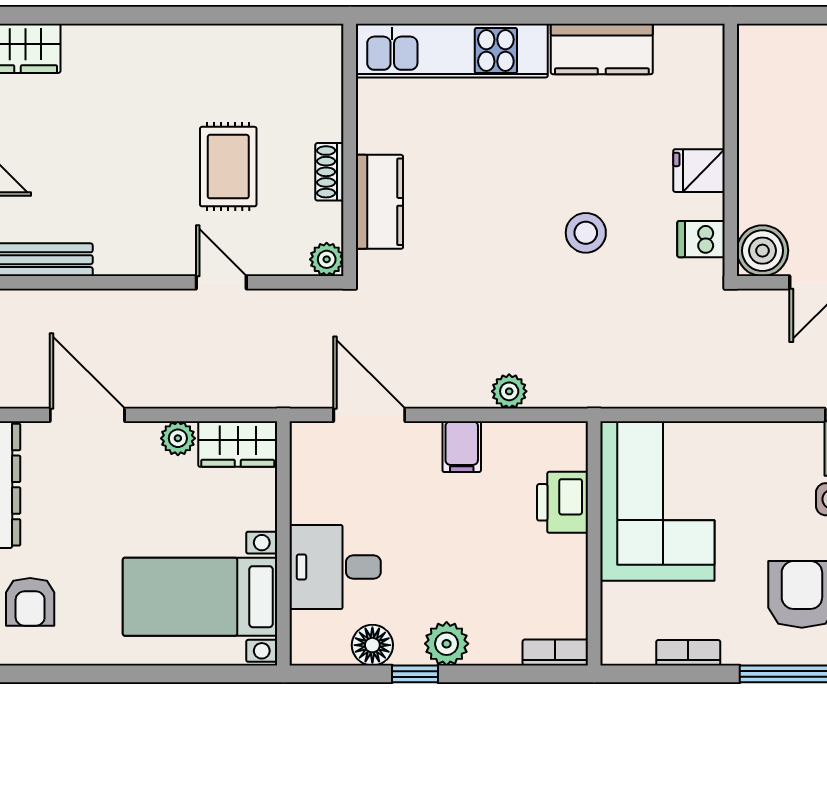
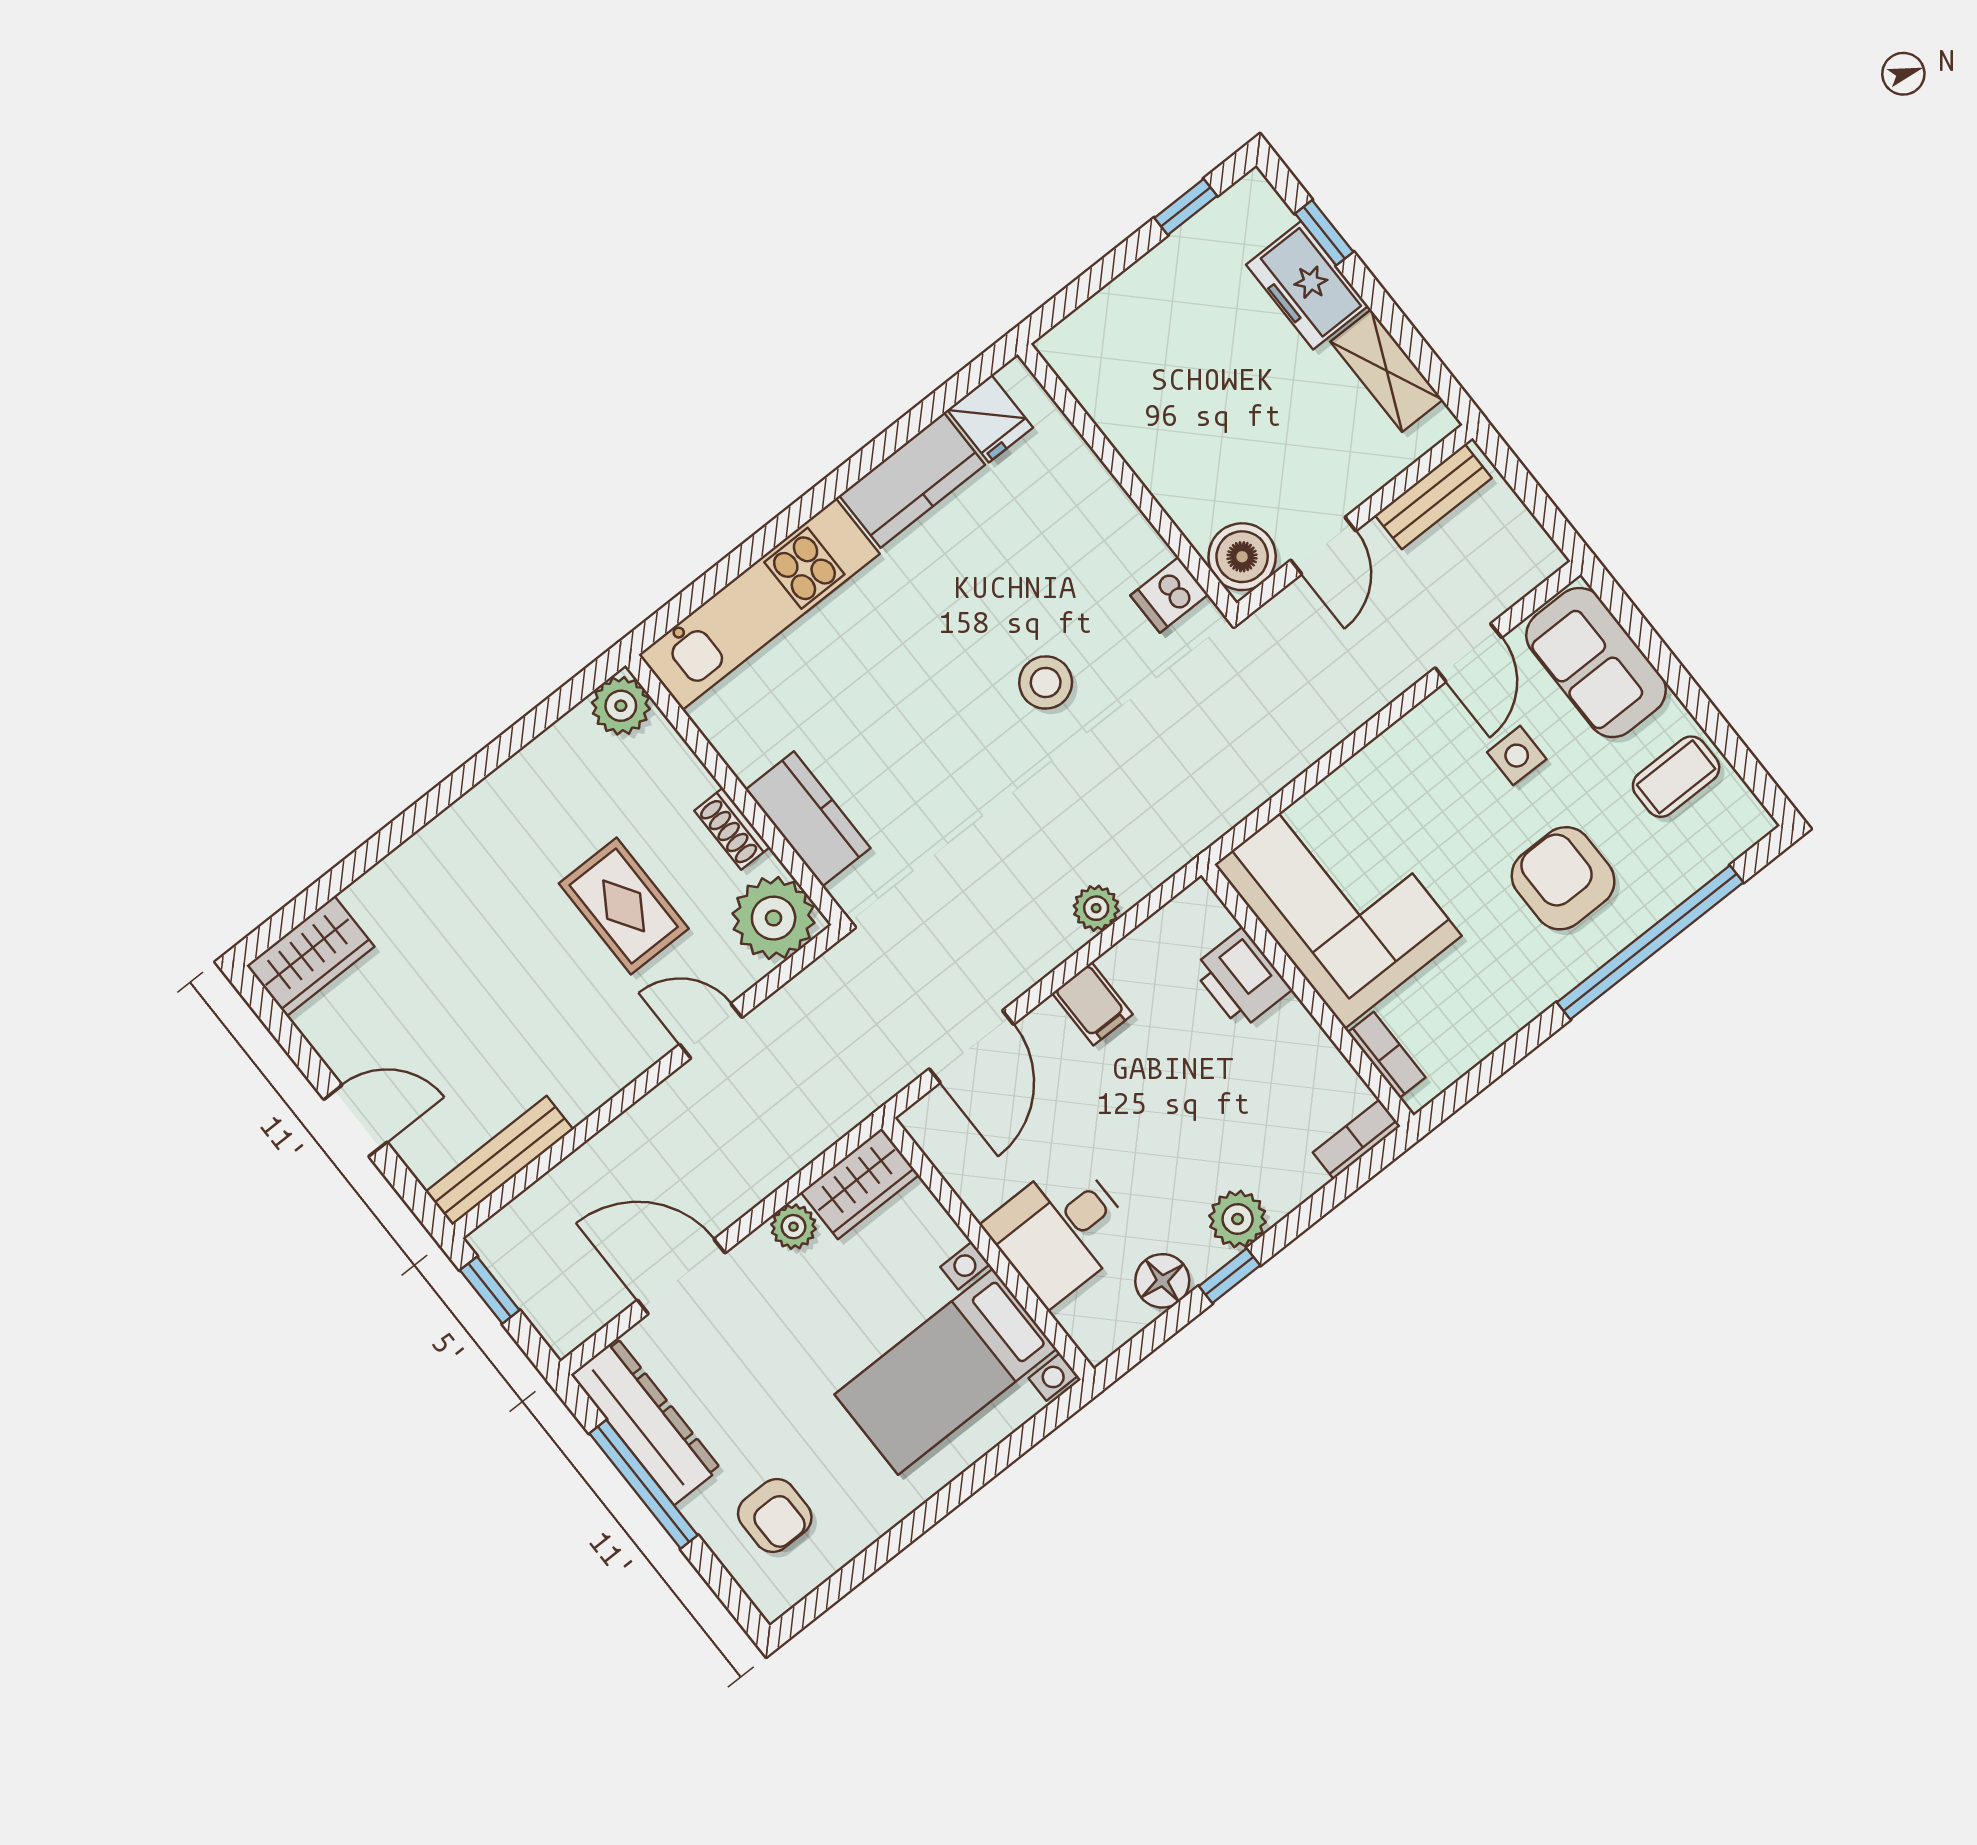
plant: (321, 46) -> (621, 706), added
fridge: (699, 171) -> (990, 419), moved, turned -90
plant: (327, 259) -> (774, 918), width x1.88, depth x1.88
door: (369, 415) -> (971, 1047), swing flipped
bookcase: (688, 653) -> (1386, 1055), moved, turned 90

